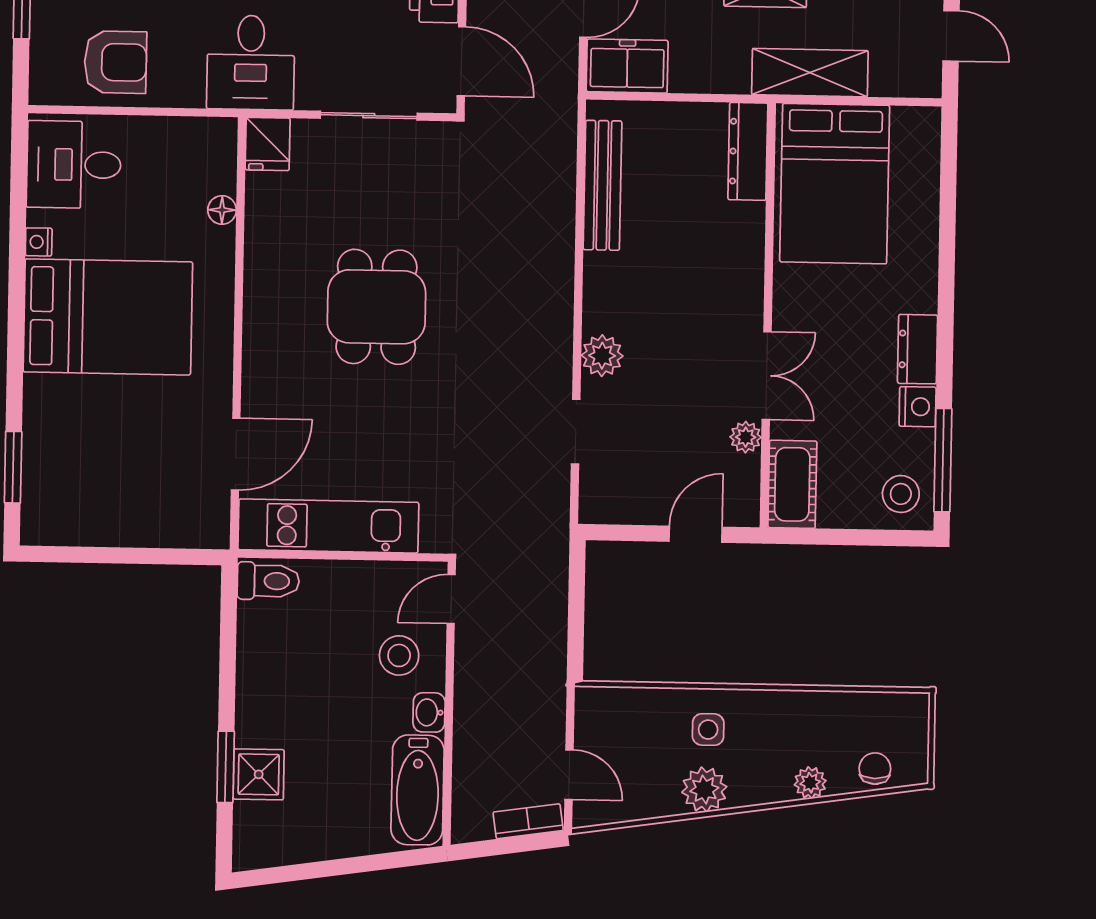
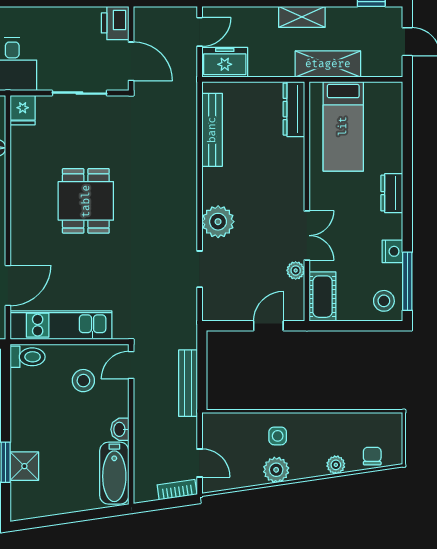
bed: (835, 184) -> (343, 126), width x0.67
dresser: (918, 349) -> (392, 193), moved
plant: (602, 356) -> (218, 222), width x1.36, depth x1.36
bench: (551, 633) -> (188, 383), added
stool: (399, 655) -> (83, 381), moved

